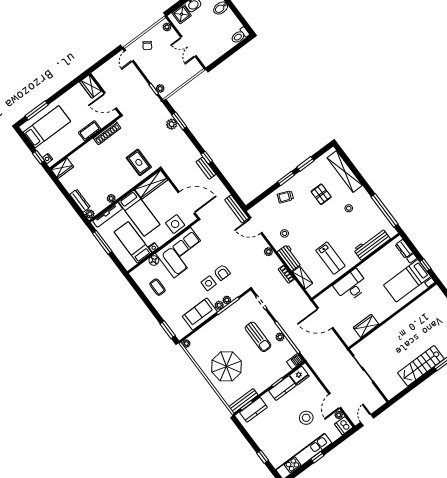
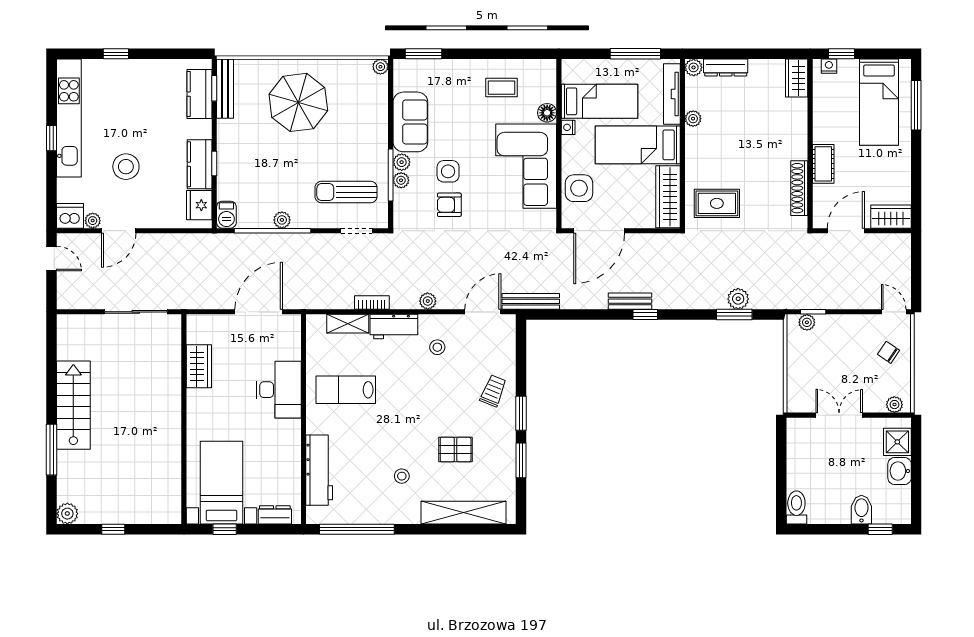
sun lounger: (258, 337) -> (346, 192), moved
door: (335, 401) -> (119, 231), swing flipped

